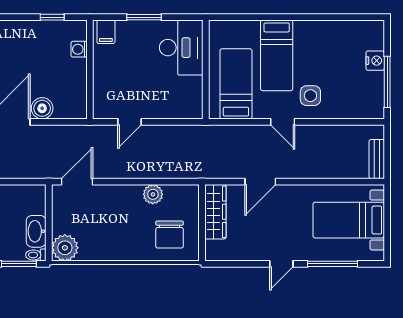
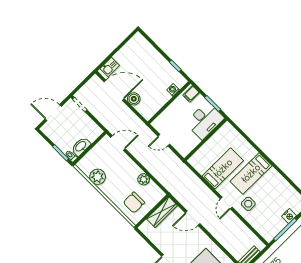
desk: (181, 48) -> (205, 120), moved
wall: (206, 69) -> (206, 139), moved
plant: (65, 248) -> (98, 177), moved

